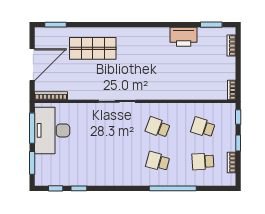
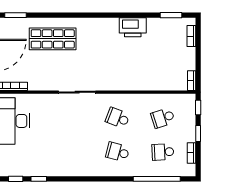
printer: (184, 37) -> (133, 27), moved
school desk: (203, 127) -> (163, 118), turned -36
window: (173, 188) -> (157, 179), moved

